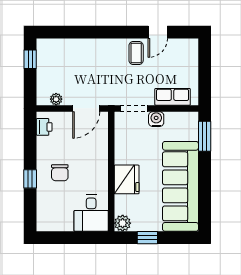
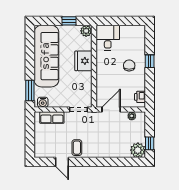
door: (158, 32) -> (62, 162), swing flipped
plant: (47, 49) -> (138, 150), added
water cooler: (156, 119) -> (43, 102), moved

